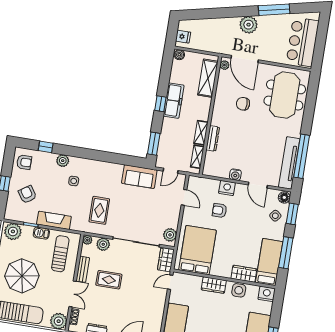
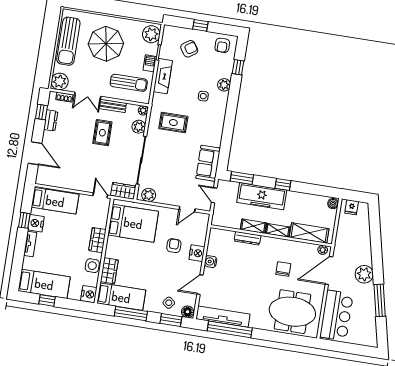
bar counter: (302, 42) -> (337, 315), moved, turned 90
freezer: (174, 101) -> (262, 196), moved, width x1.36, depth x1.26
shelving: (197, 157) -> (278, 230), moved

